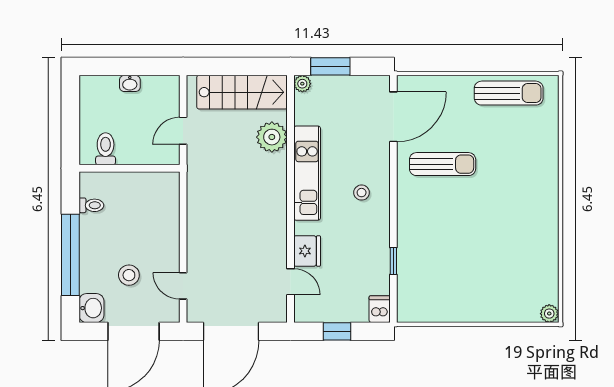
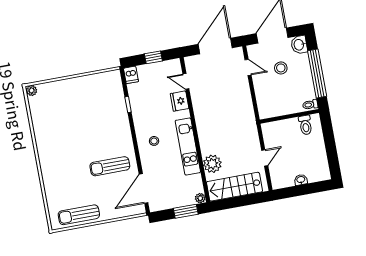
toilet: (106, 149) -> (305, 125), moved
wall: (129, 168) -> (289, 116), moved

